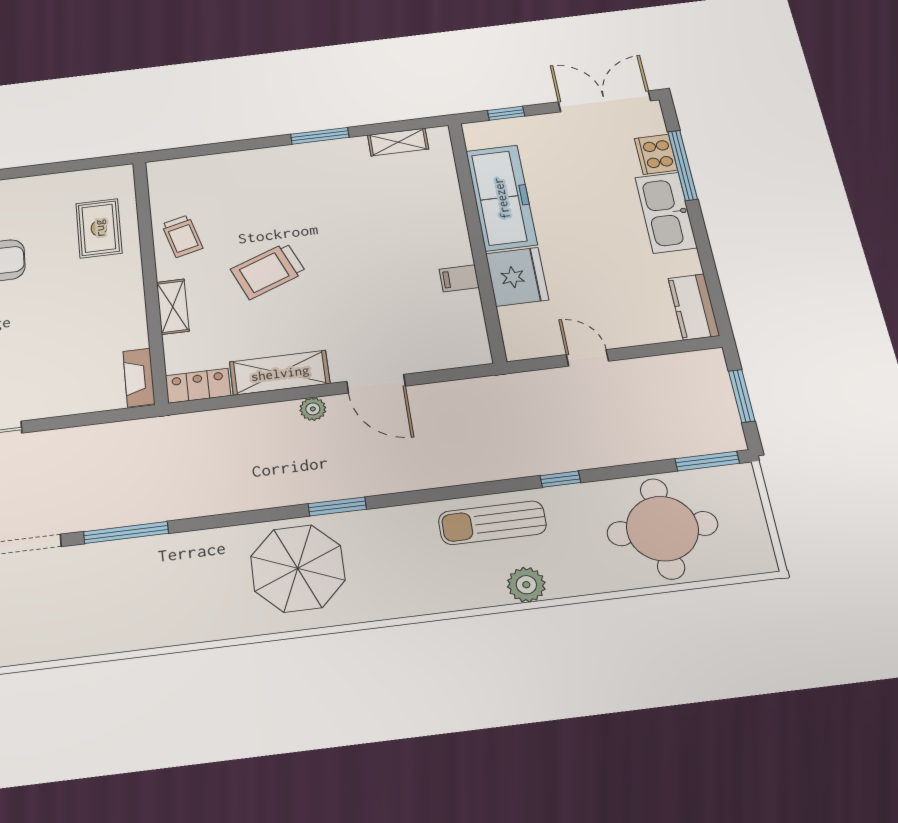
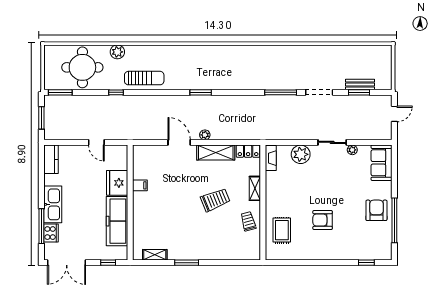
plant: (64, 395) -> (301, 154), added
parasol: (298, 568) -> (218, 69), removed
plant: (526, 585) -> (117, 52), moved

